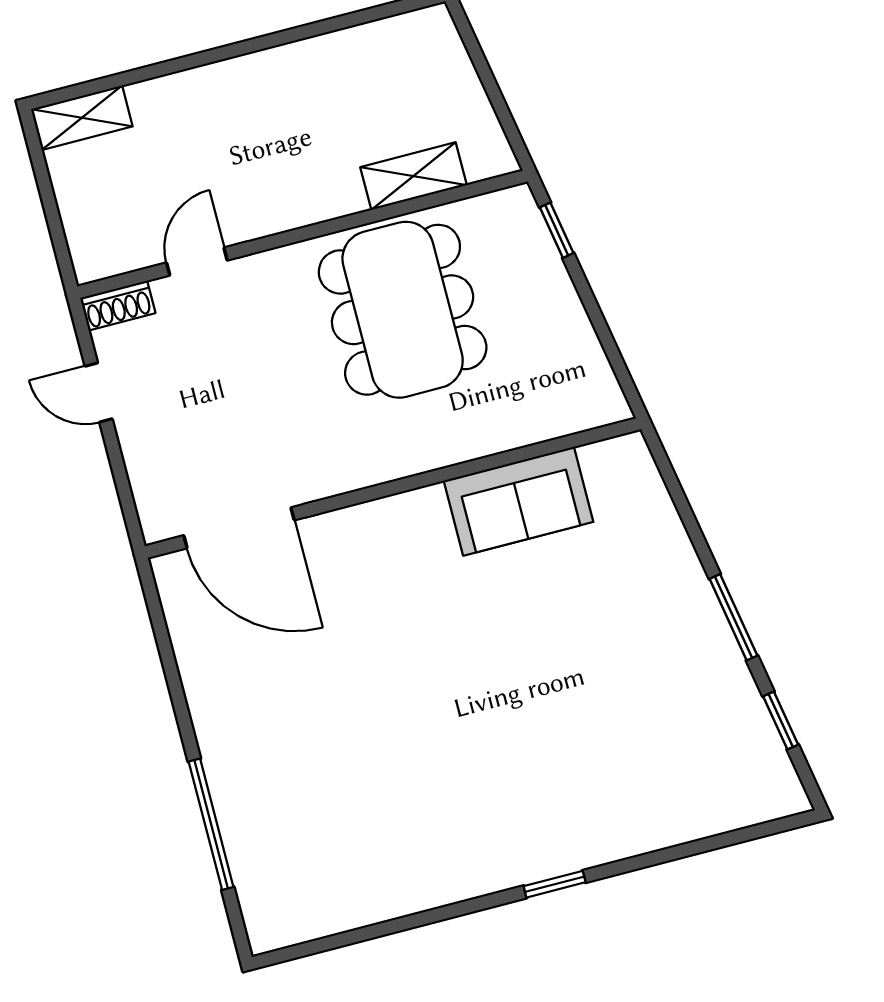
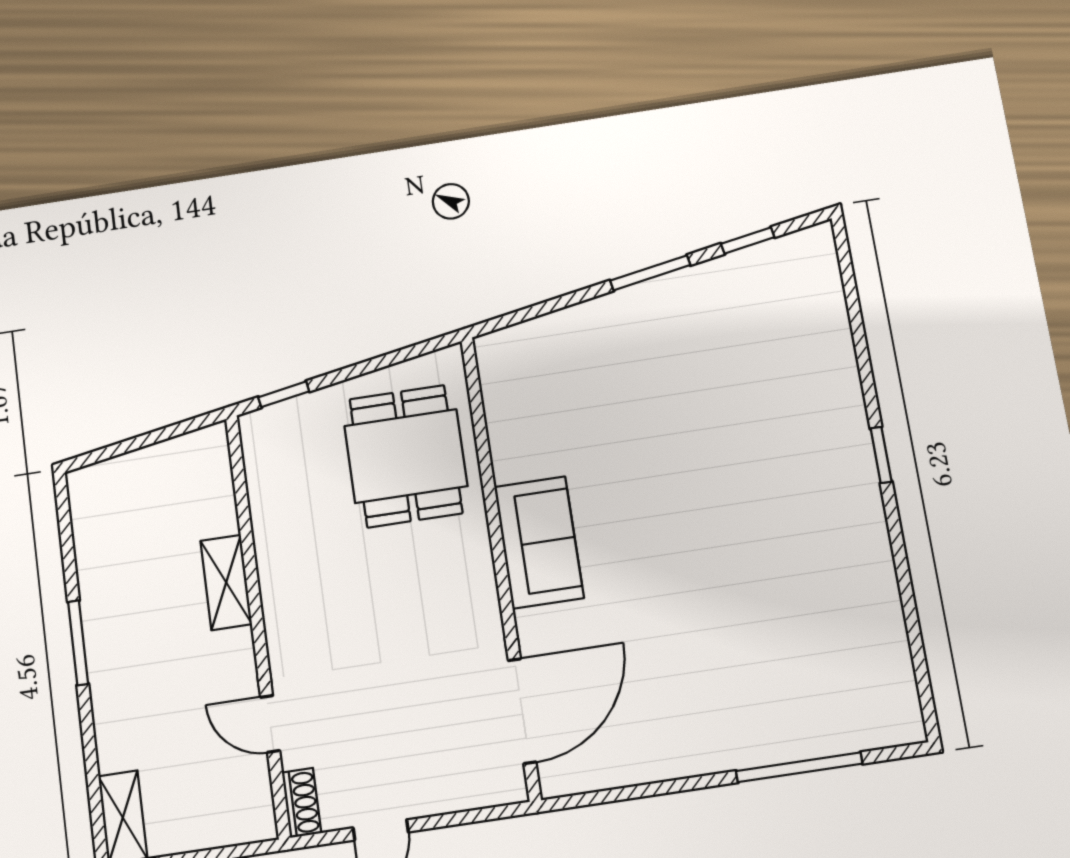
window: (261, 43) -> (78, 643), added
shelving: (414, 176) -> (226, 582), moved
dining table: (403, 310) -> (406, 456), moved, width x0.73
sofa: (518, 501) -> (539, 542), moved

